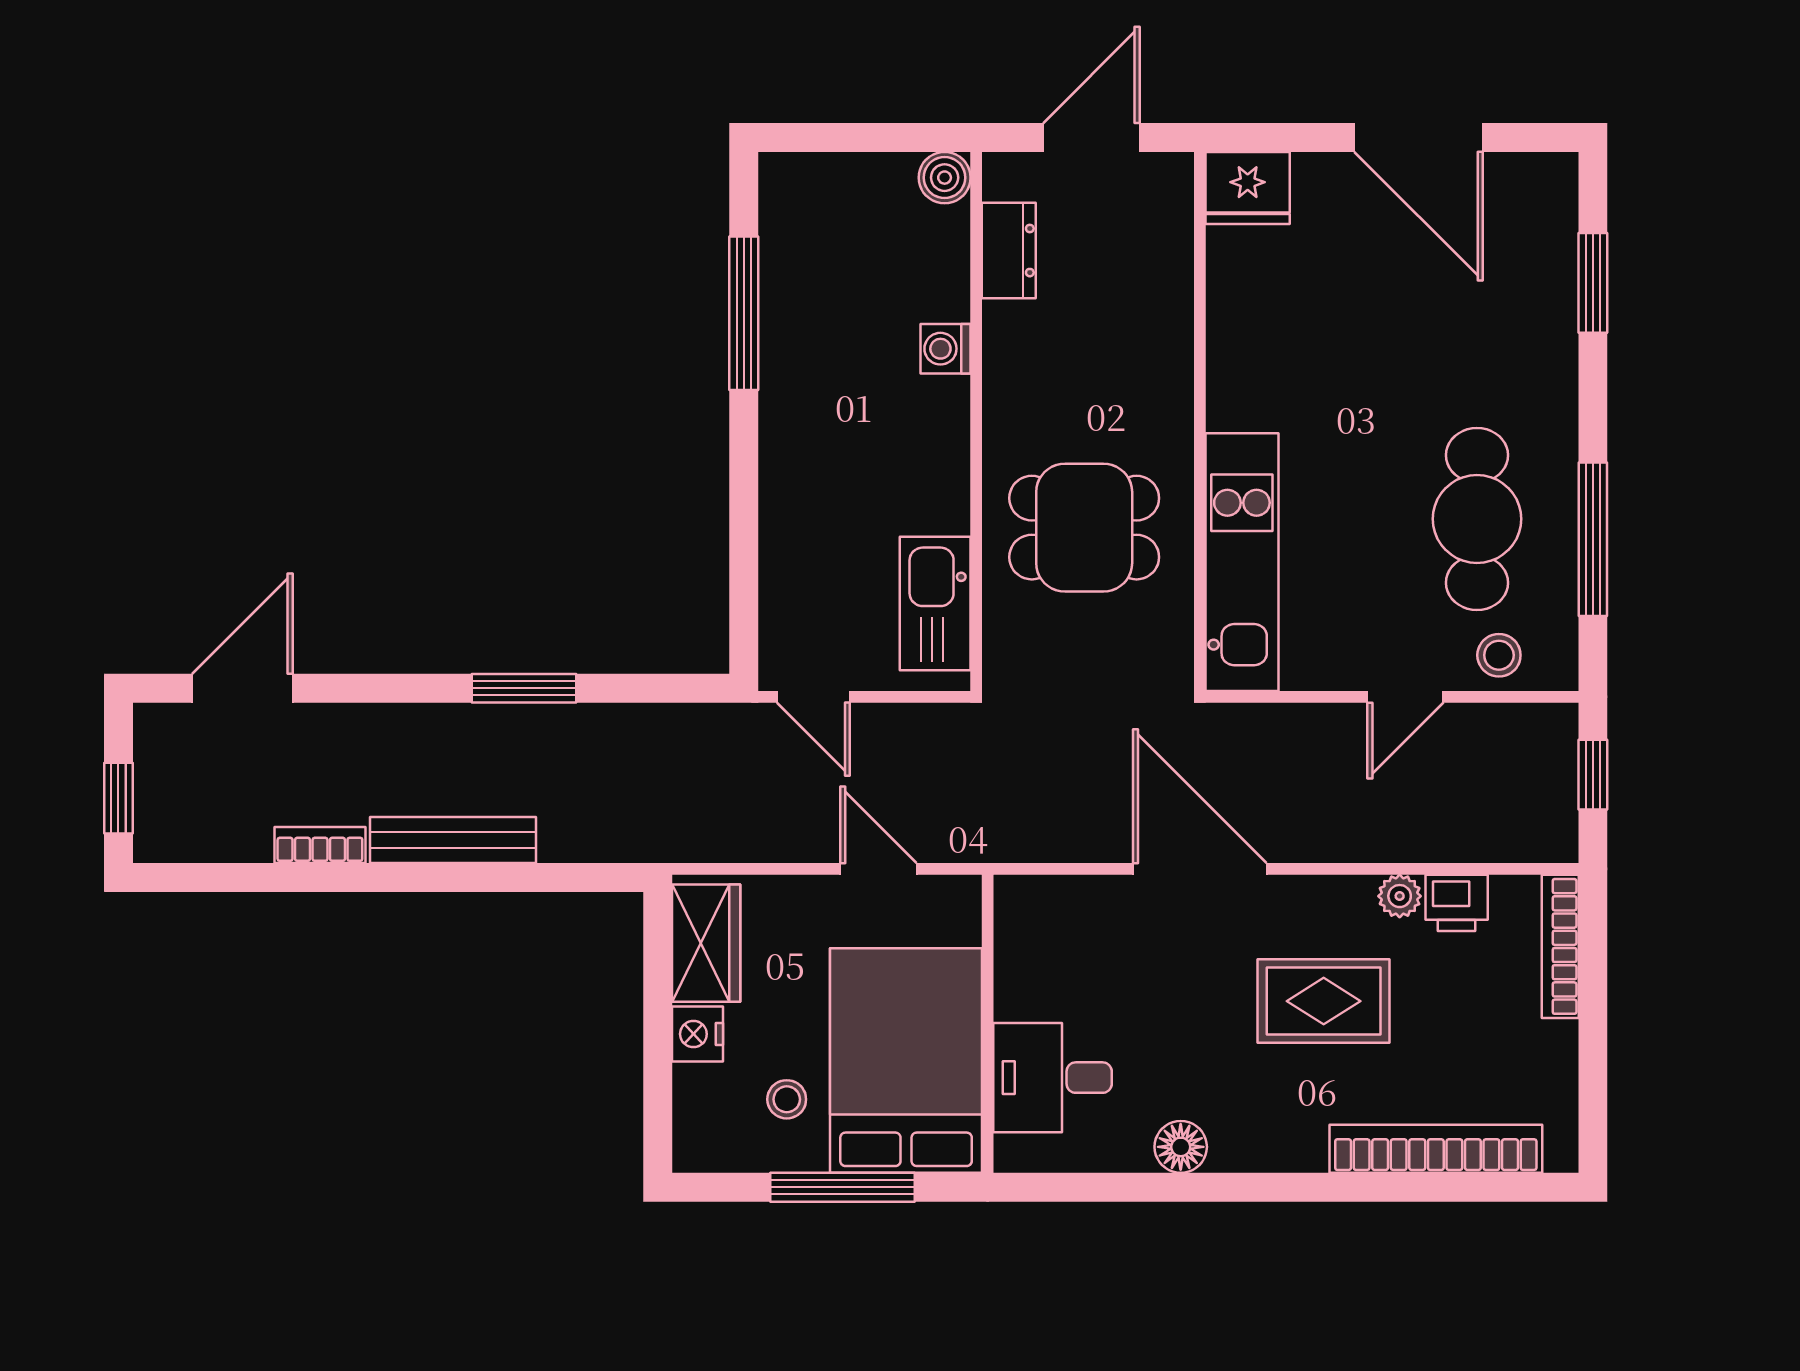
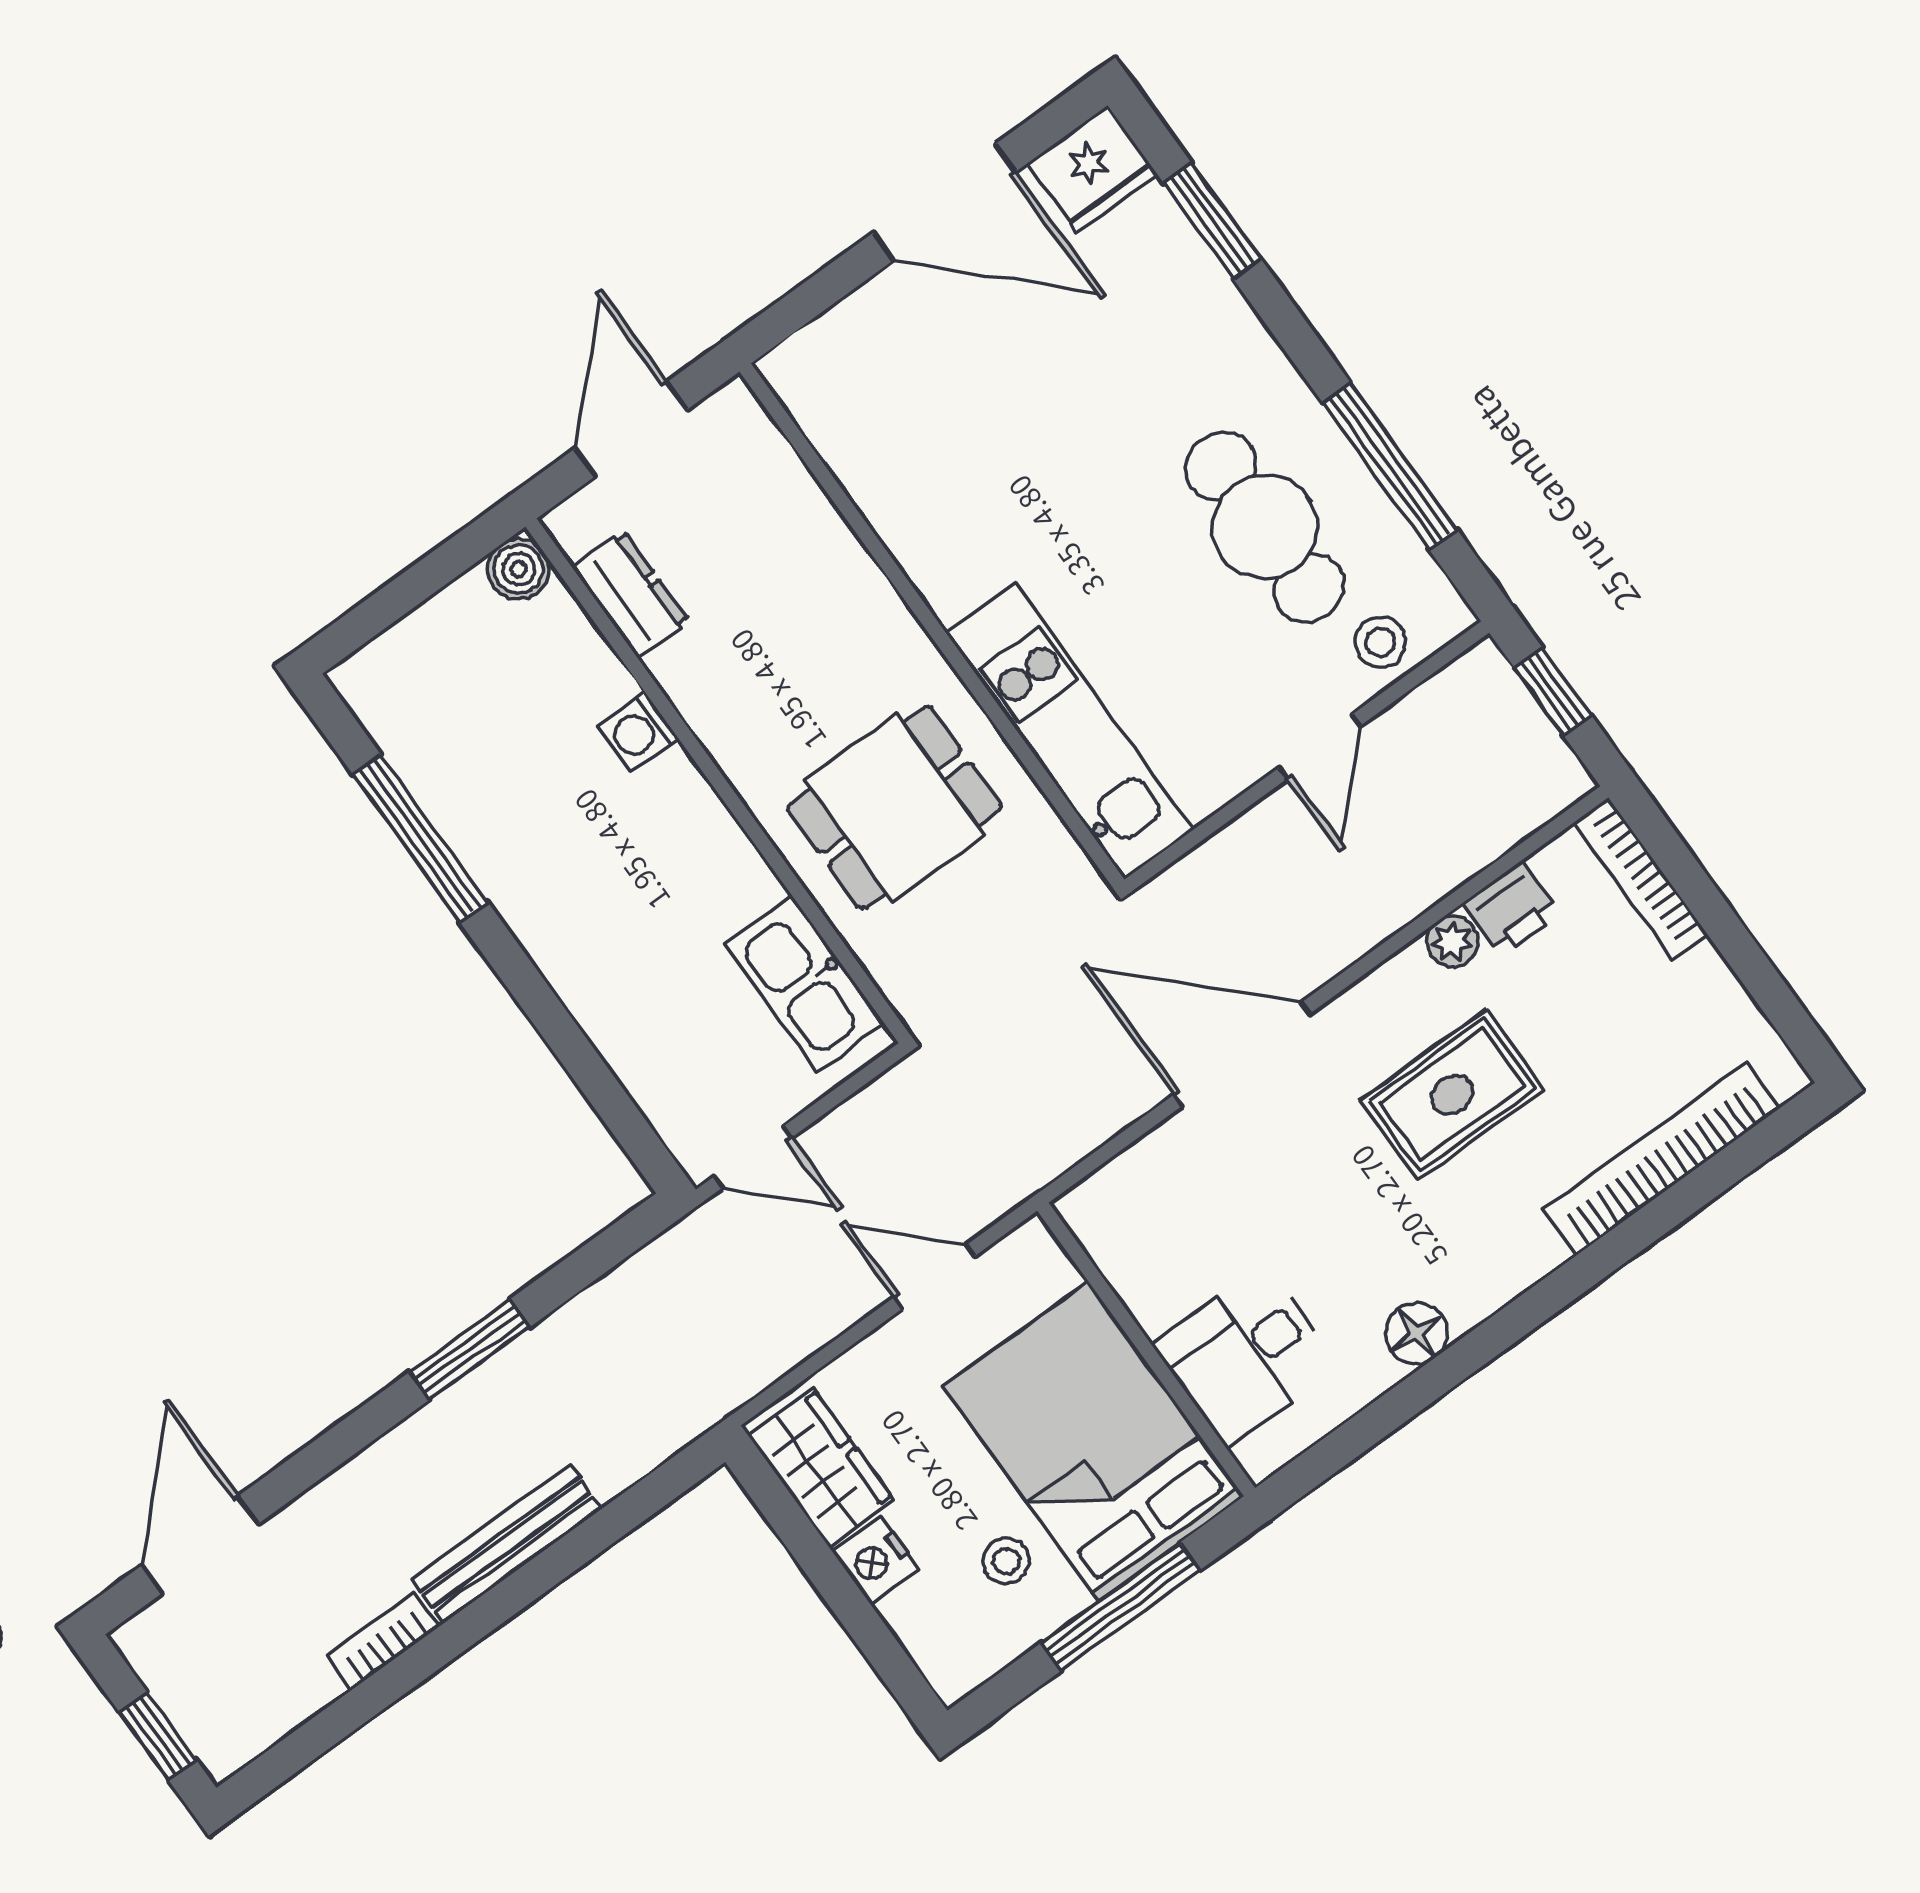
fridge: (1248, 188) -> (1092, 169), moved

